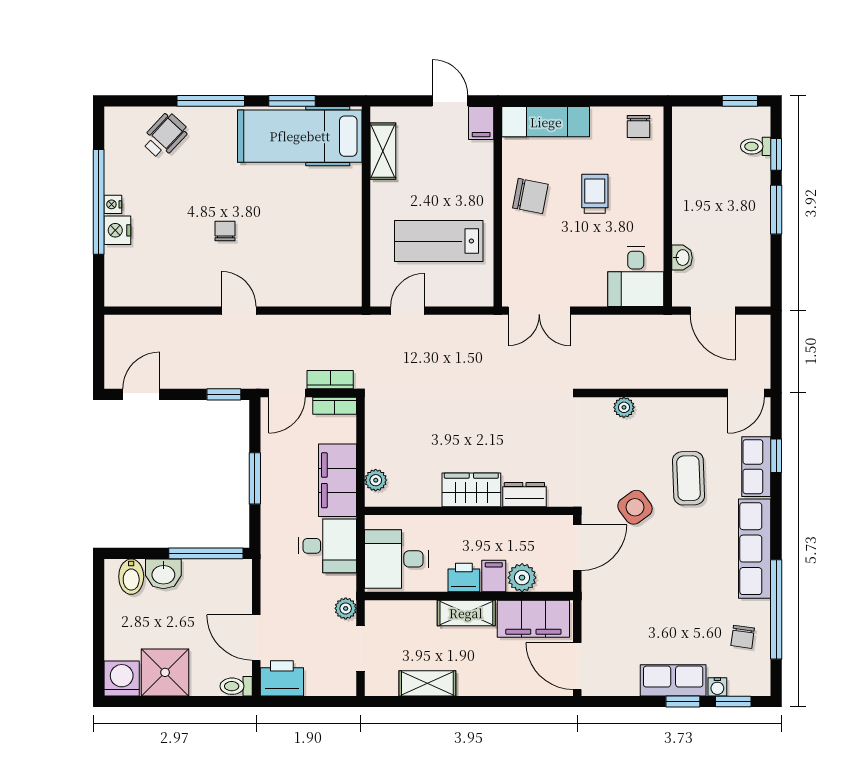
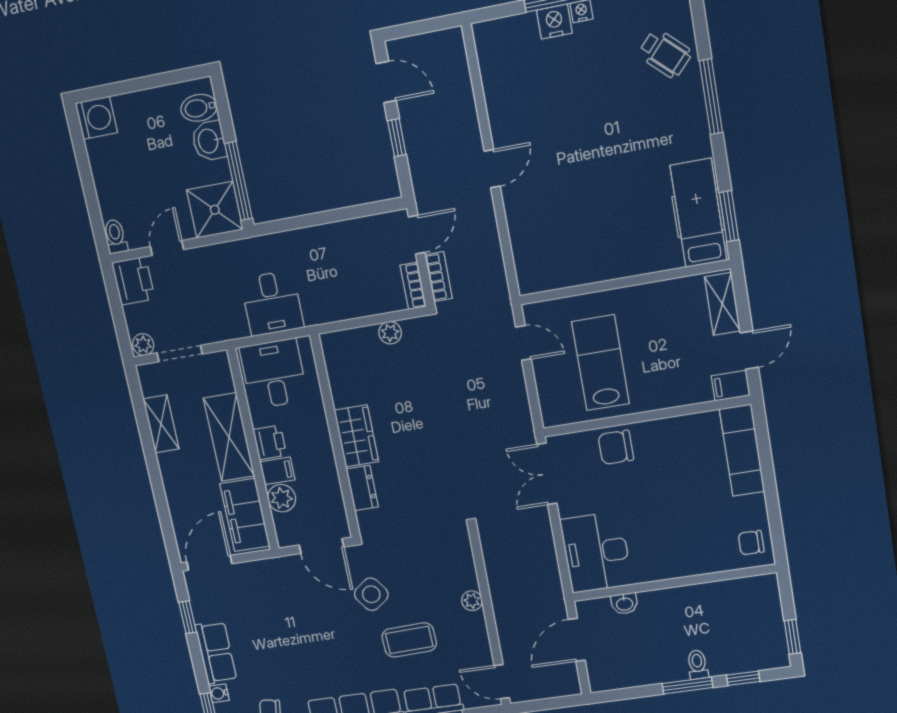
window: (292, 101) -> (729, 216), moved
hospital bed: (300, 136) -> (698, 213), width x0.73, depth x0.78
toilet: (756, 146) -> (698, 665), moved
shelving: (383, 151) -> (722, 304), moved, turned 90
trolley: (595, 194) -> (675, 510), removed
chair: (530, 196) -> (616, 447), moved, turned 79
chair: (225, 231) -> (573, 139), removed
desk: (636, 276) -> (596, 552), width x1.37
door: (287, 393) -> (417, 235), swing flipped
window: (224, 394) -> (397, 138), moved
plant: (624, 407) -> (472, 601), moved
window: (255, 478) -> (324, 218), removed
filing cabinet: (338, 480) -> (339, 302), removed
plant: (376, 480) -> (390, 333), moved
plant: (346, 608) -> (143, 345), moved
shelving: (466, 613) -> (229, 437), width x1.50, depth x1.33
door: (256, 638) -> (167, 248), width x0.73
shower: (165, 672) -> (215, 210), moved
window: (683, 702) -> (188, 617), moved

